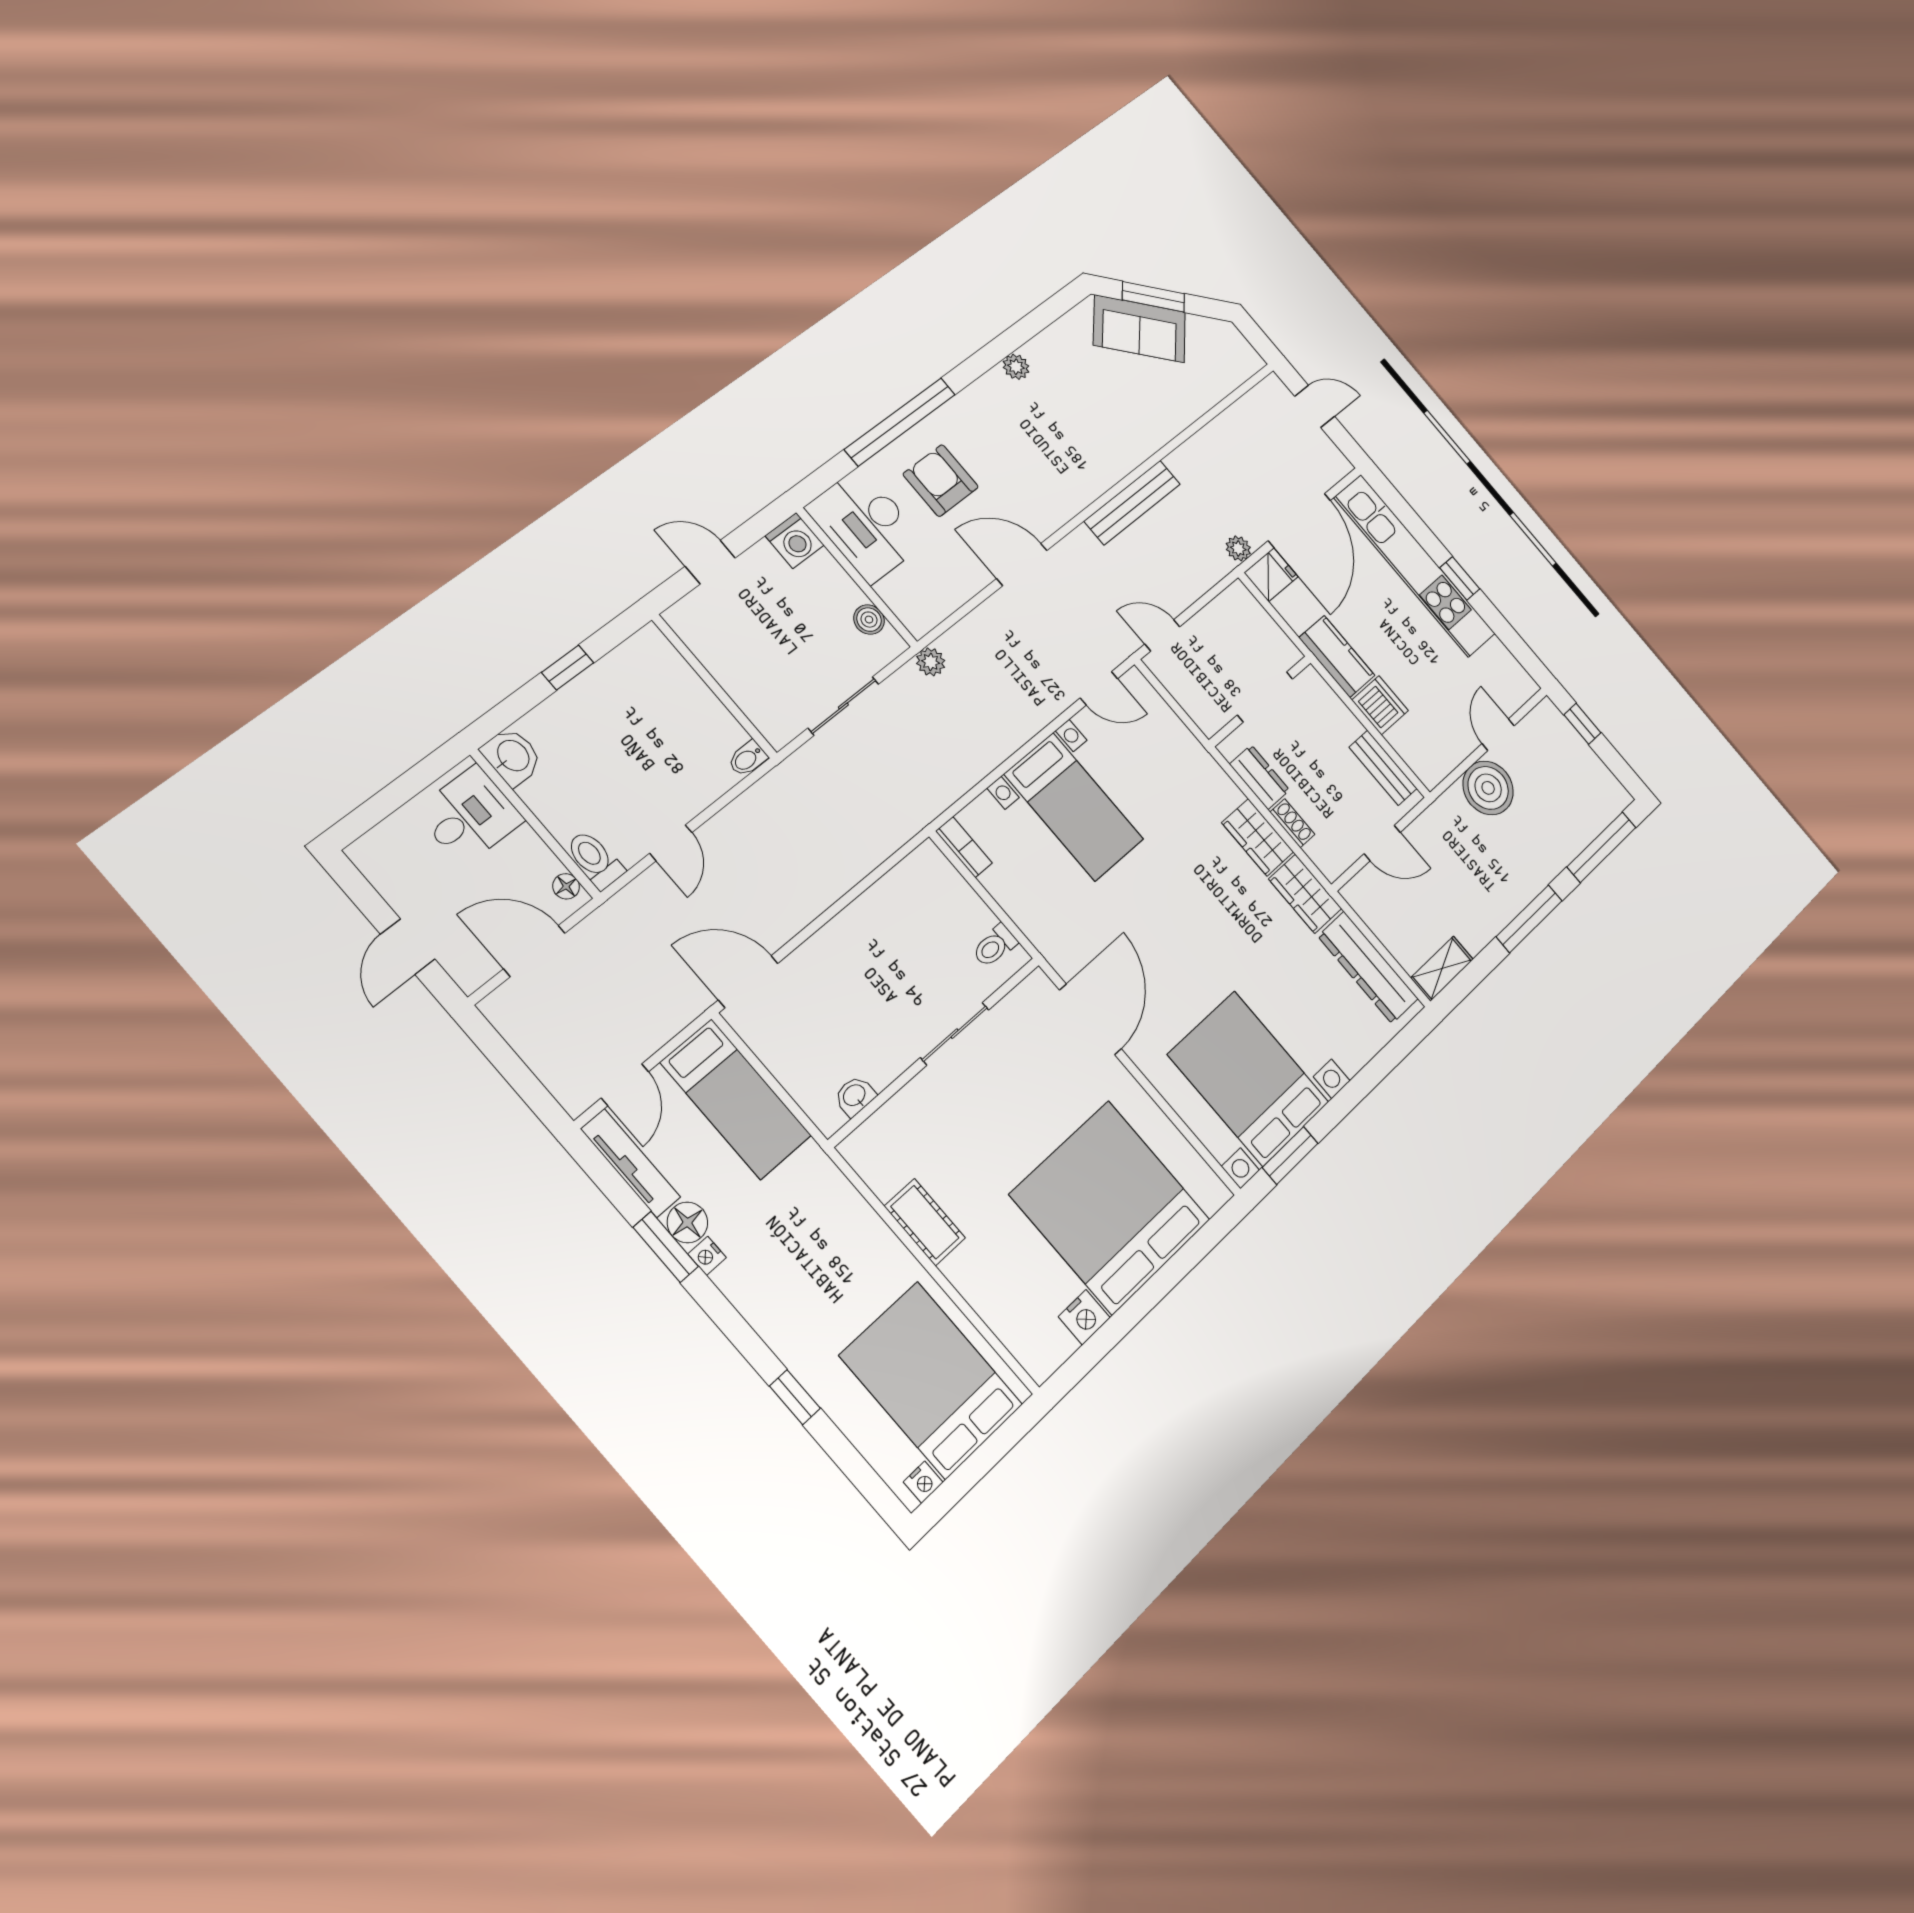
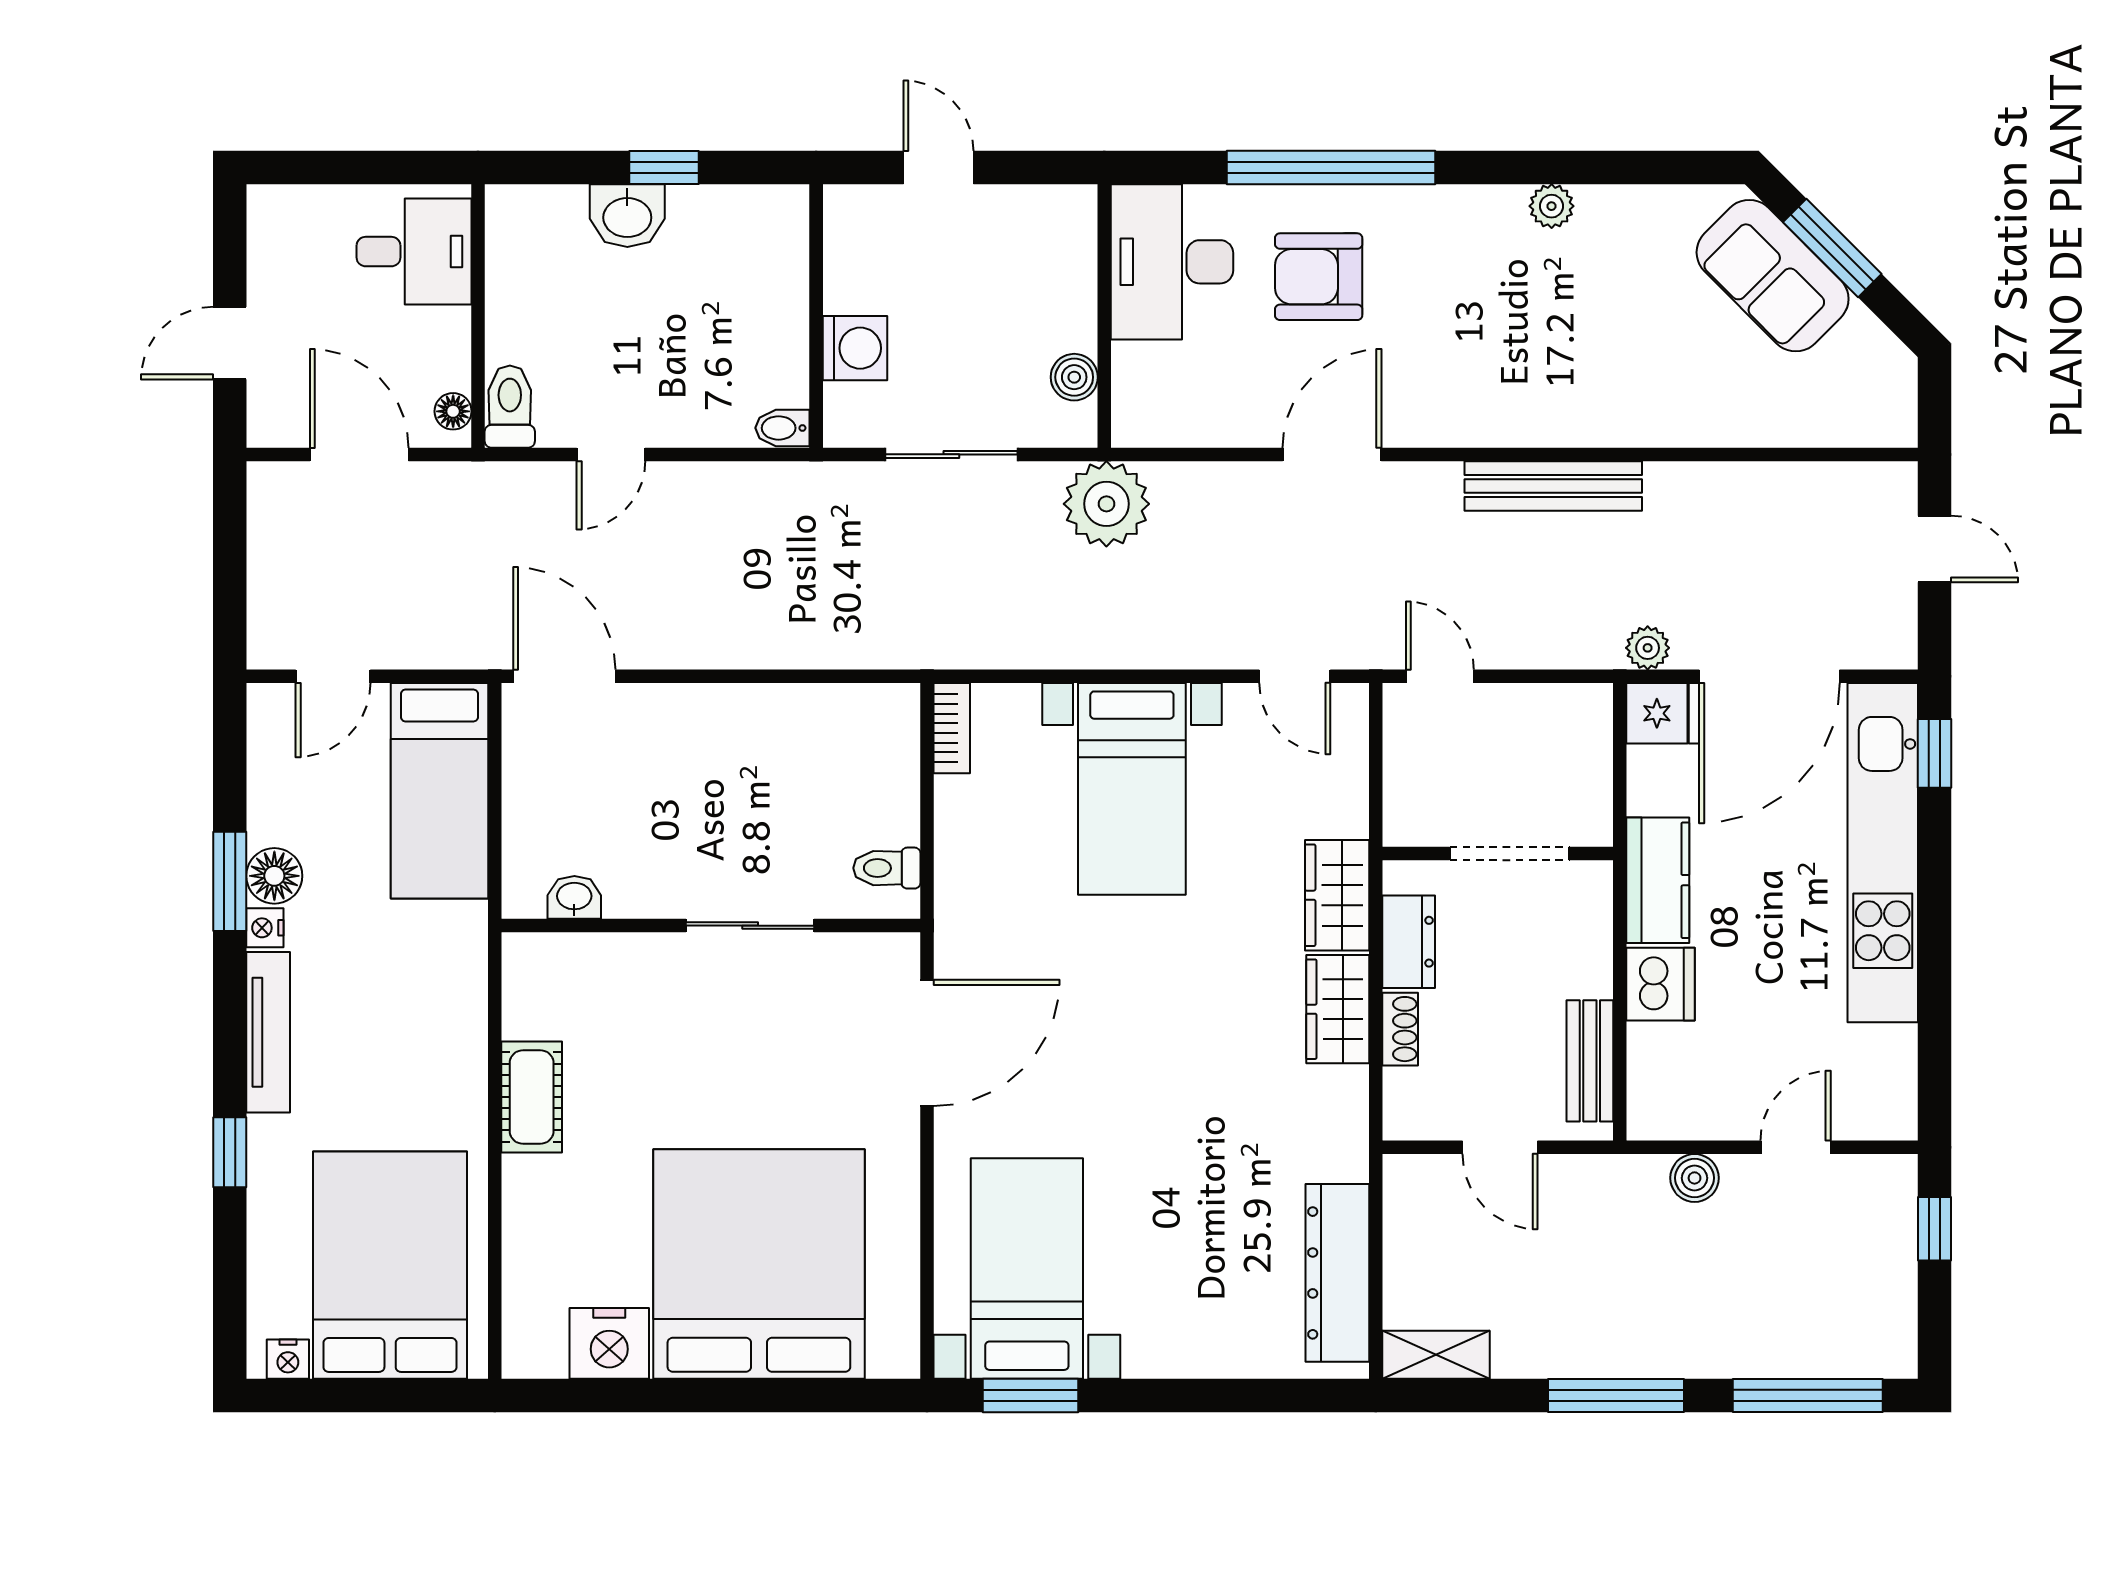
armchair: (941, 481) -> (1319, 277), turned -90
washing machine: (795, 540) -> (855, 348), moved, turned -90
door: (1022, 564) -> (1332, 454), hinge flipped
window: (1460, 578) -> (1934, 753), moved
plant: (931, 662) -> (1106, 504), width x1.88, depth x1.88
washbasin: (512, 756) -> (627, 216), moved, turned 90
boiler: (1488, 788) -> (1695, 1178), width x0.54, depth x0.54
wardrobe: (1305, 894) -> (1337, 895), moved
bed with nightstands: (1248, 1078) -> (1027, 1268), width x0.73
tv unit: (630, 1163) -> (268, 1032), moved
nightstand: (1084, 1317) -> (609, 1343), width x1.36, depth x1.33

